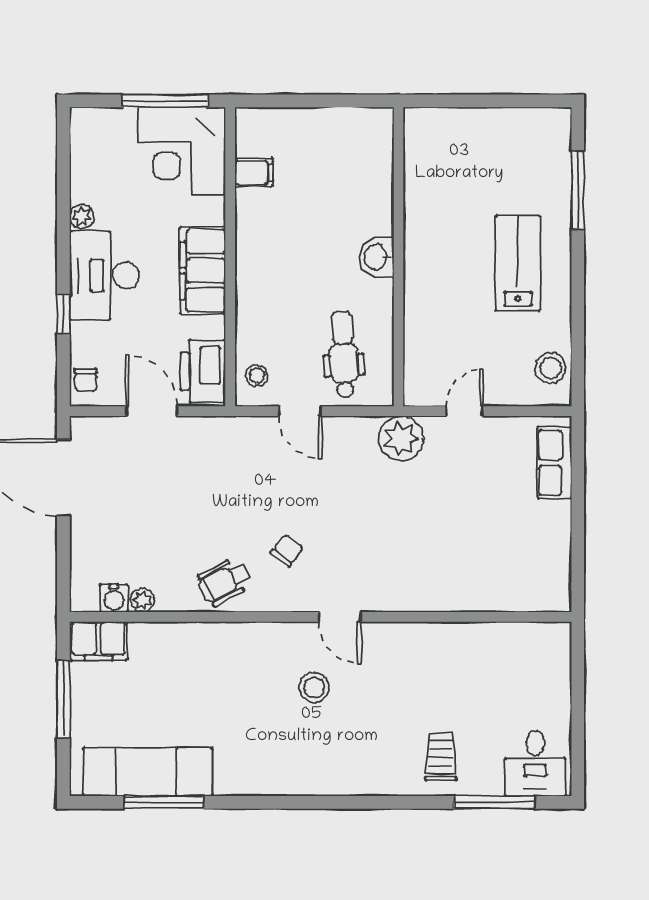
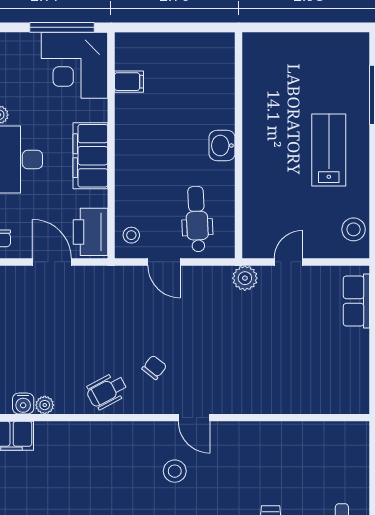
plant: (401, 438) -> (245, 278), width x0.73, depth x0.73

